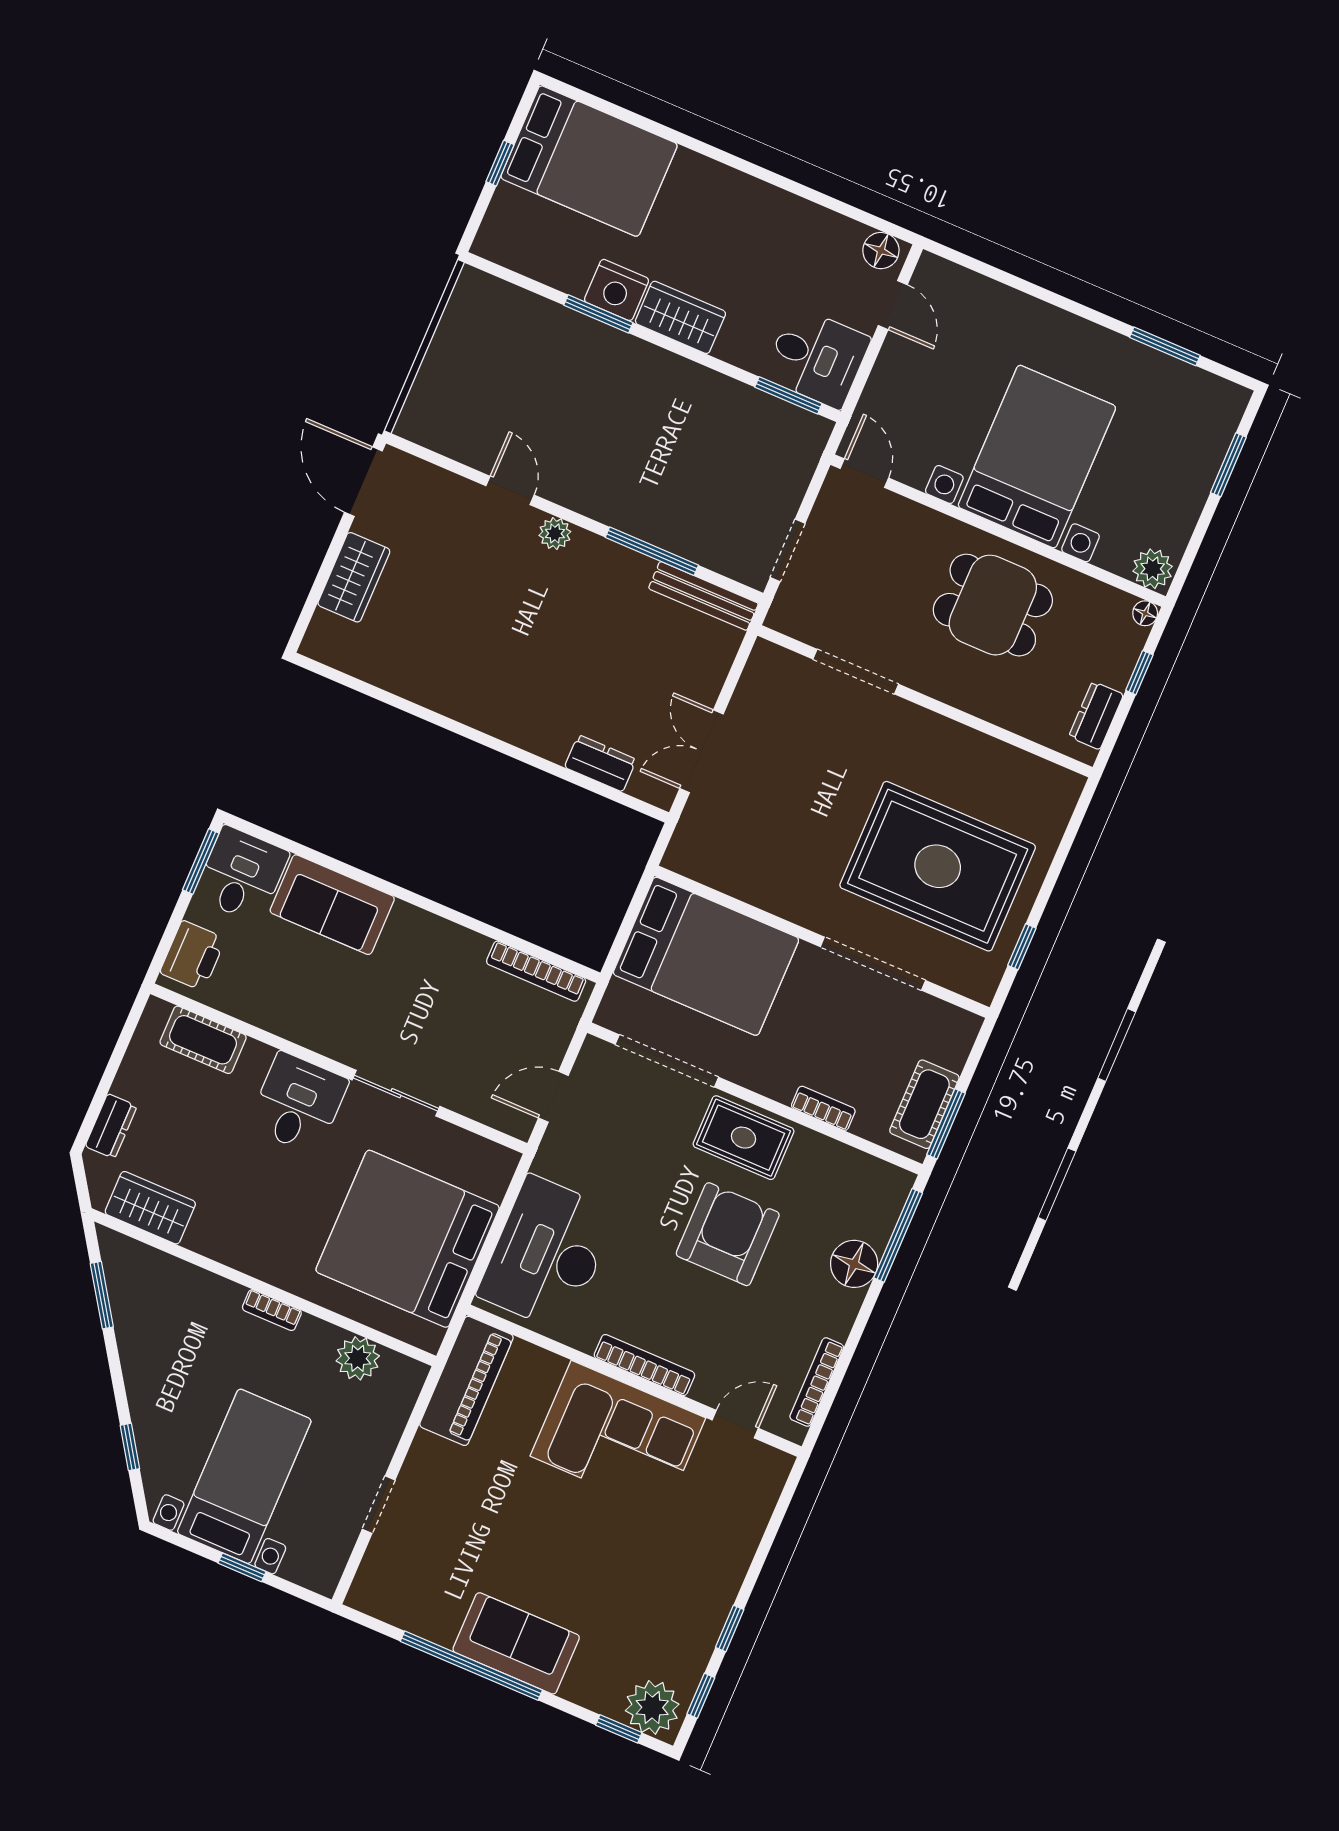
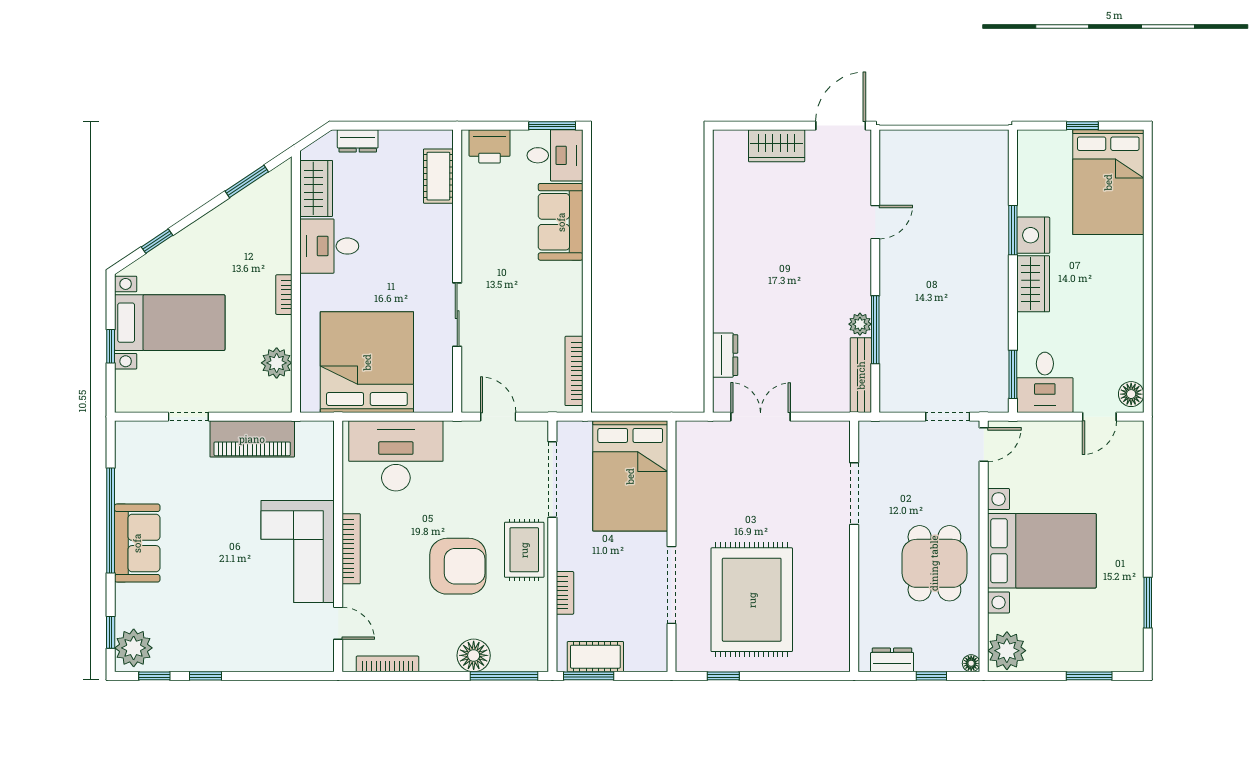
plant: (555, 533) -> (860, 324), moved
doorway: (788, 550) -> (948, 417), moved
plant: (1153, 569) -> (1007, 651), width x1.36, depth x1.36
desk: (298, 1103) -> (329, 246), moved, turned 180
piano: (466, 1381) -> (252, 439), moved

